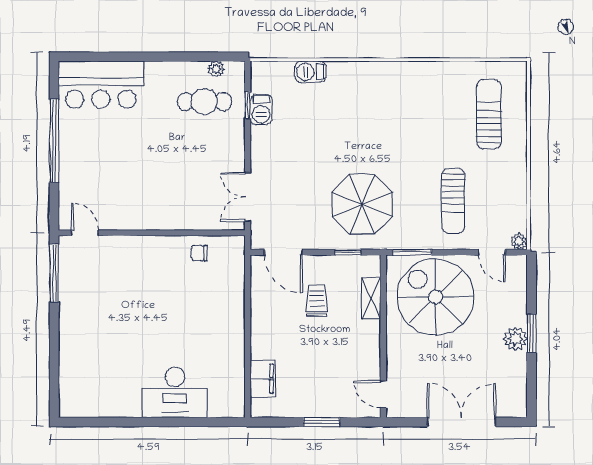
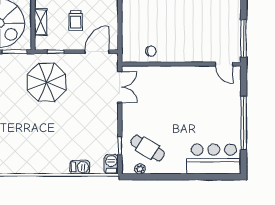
cafe table: (204, 102) -> (148, 148), turned 32
barbecue: (261, 110) -> (111, 164), moved
door: (283, 252) -> (97, 52), hinge flipped

